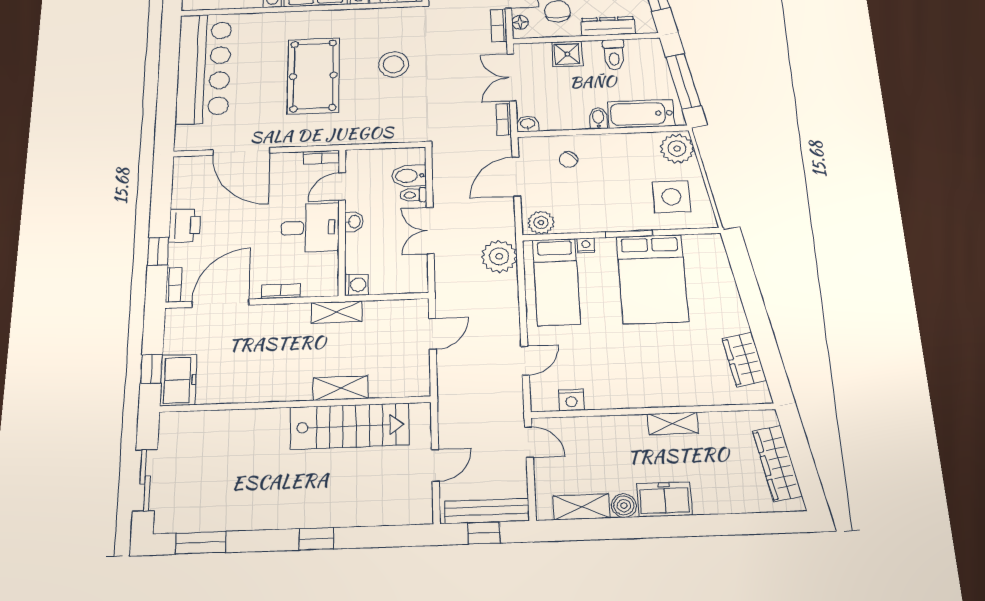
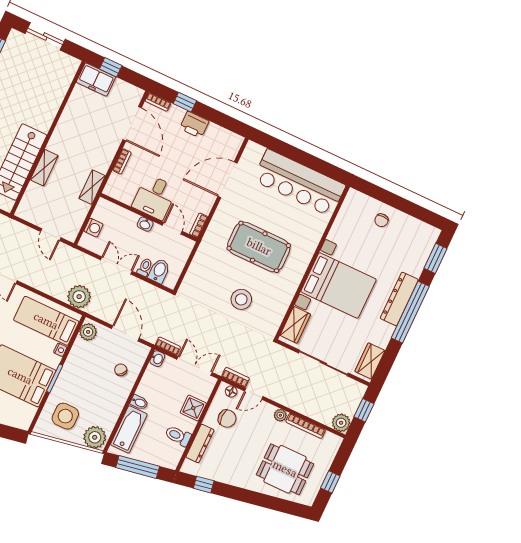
washing machine: (356, 285) -> (94, 228), moved, turned -90

